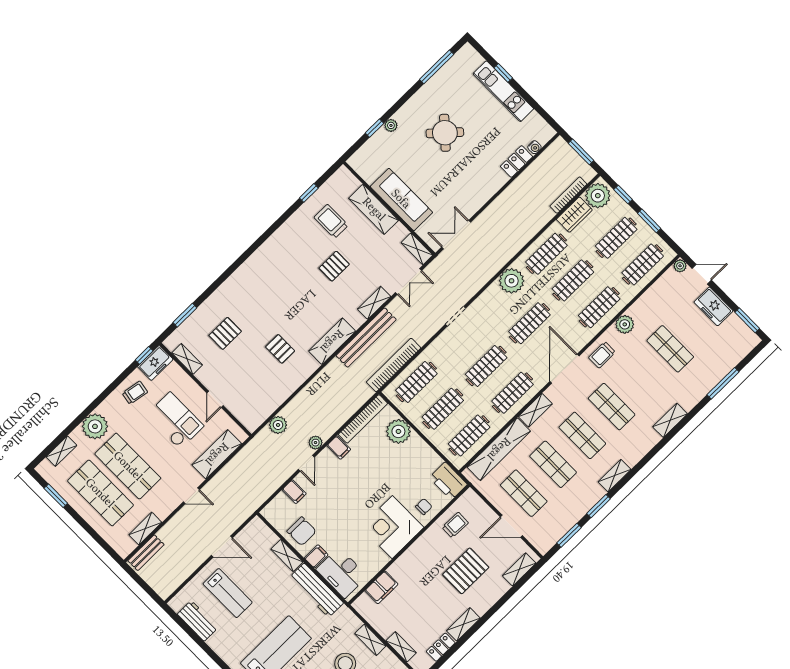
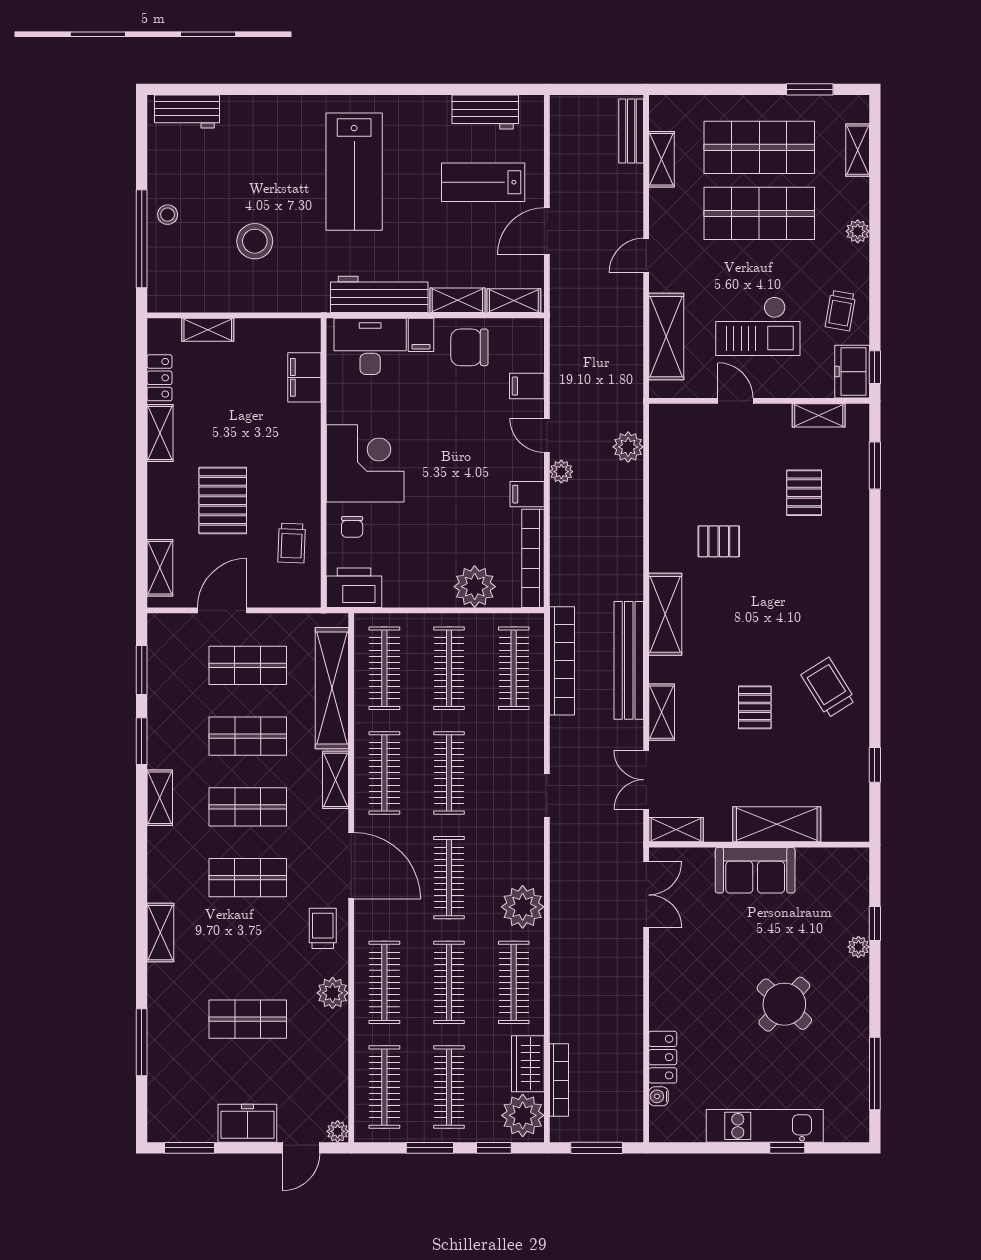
sofa: (401, 199) -> (755, 870), width x0.73
trolley: (331, 221) -> (828, 688), moved, turned -122
plant: (95, 426) -> (858, 231), width x0.53, depth x0.53
shelving: (370, 640) -> (514, 301), moved

